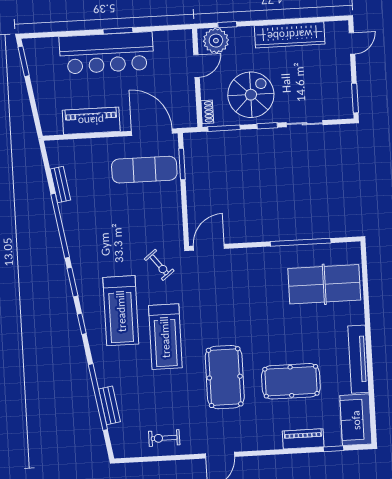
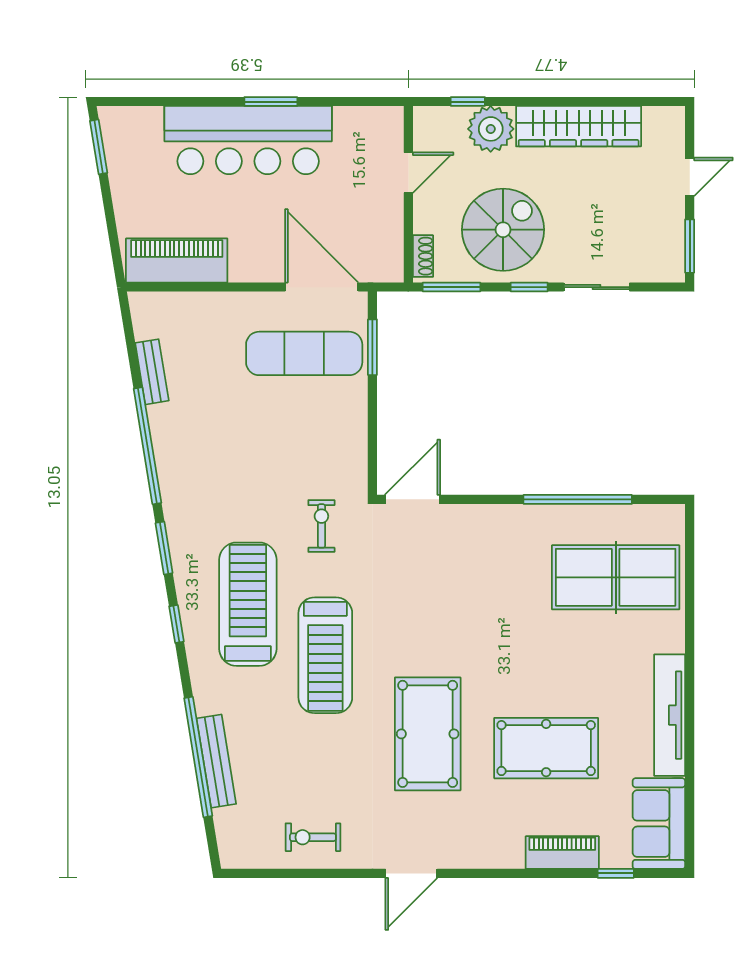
plant: (216, 41) -> (491, 129), moved
door: (352, 43) -> (690, 177), moved
piano: (91, 121) -> (177, 260), moved
exercise bike: (159, 265) -> (321, 526), turned -142
treadmill: (121, 311) -> (248, 604), turned 180
bench: (110, 405) -> (216, 761), width x1.36

